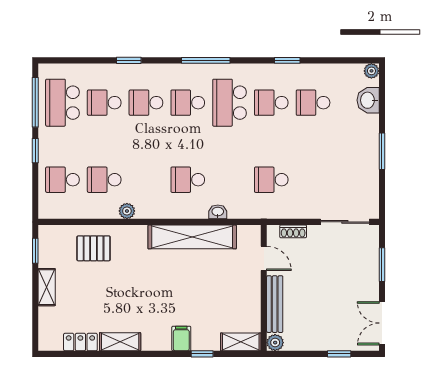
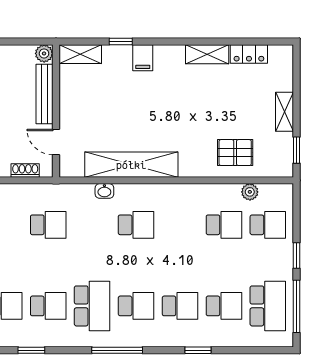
plant: (127, 211) -> (250, 192), moved

